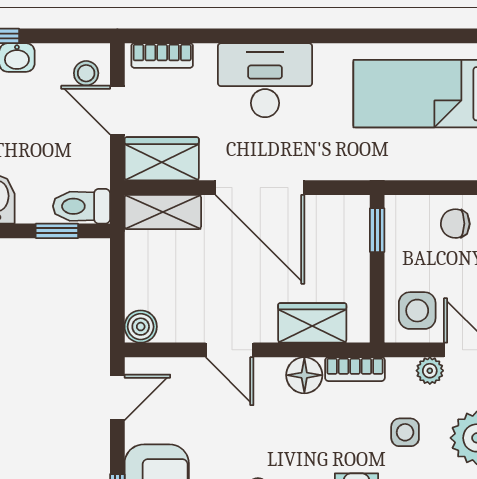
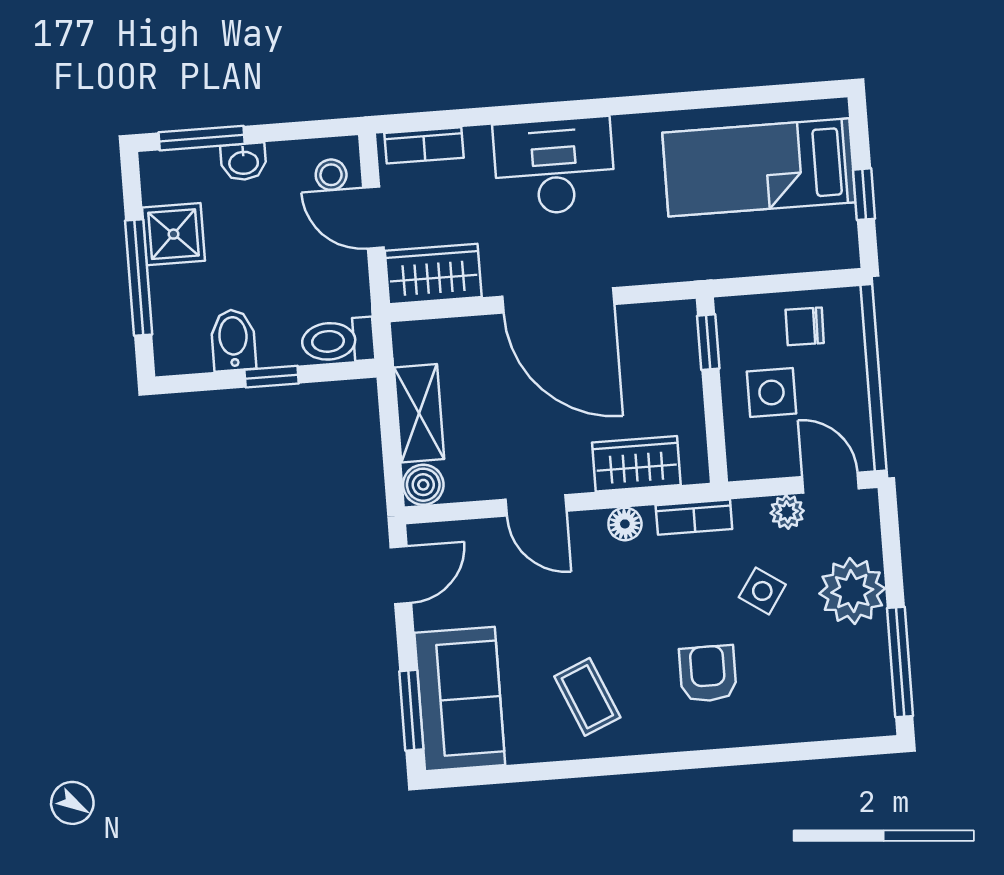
shelving: (163, 212) -> (419, 413), moved, turned 90
window: (57, 231) -> (272, 377), moved
side table: (417, 311) -> (771, 392), moved
floor lamp: (304, 375) -> (625, 524), width x0.73, depth x0.73
side table: (405, 432) -> (762, 591), turned 34

